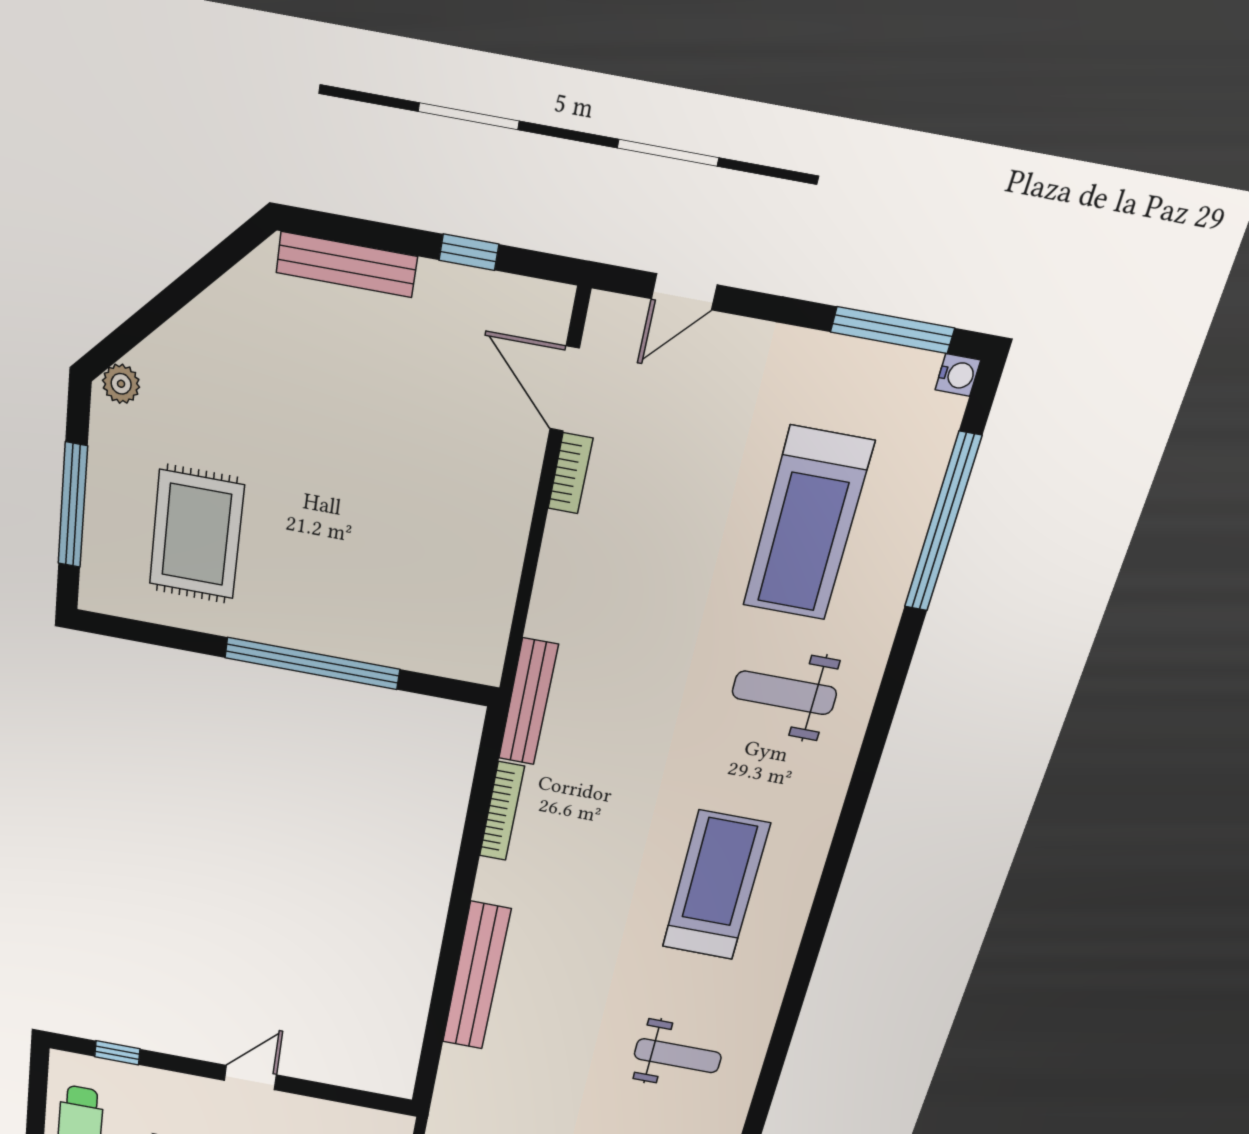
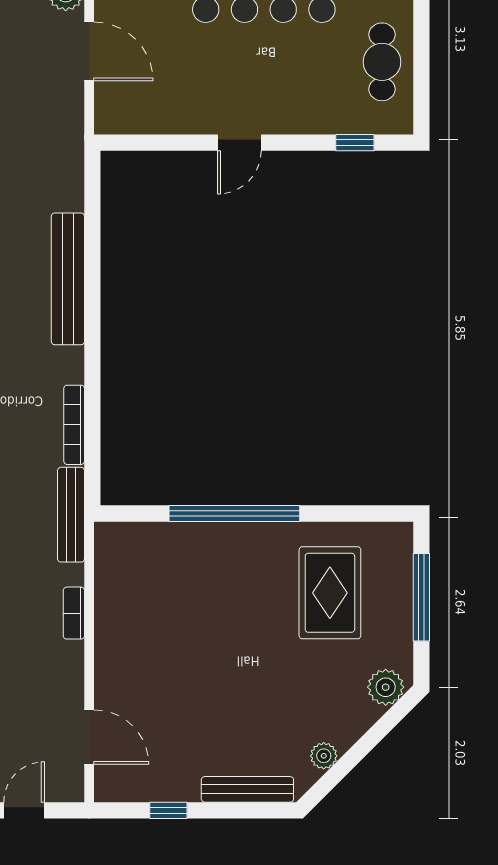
plant: (229, 297) -> (324, 756), added
plant: (121, 384) -> (386, 687), width x1.38, depth x1.38
bookcase: (570, 473) -> (74, 613), moved

